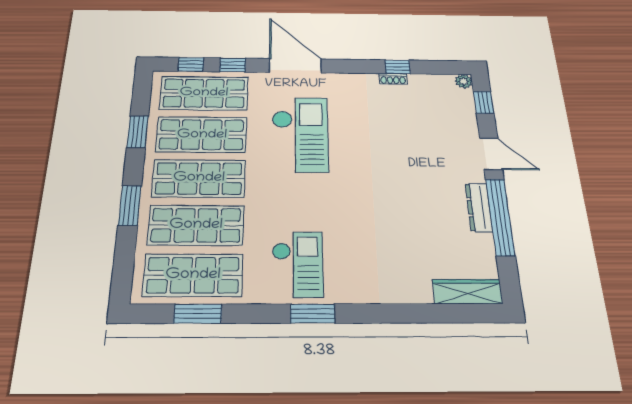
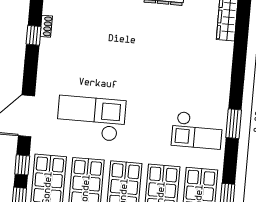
shoe rack: (393, 79) -> (46, 26), moved
checkout: (297, 264) -> (197, 130), turned 180

